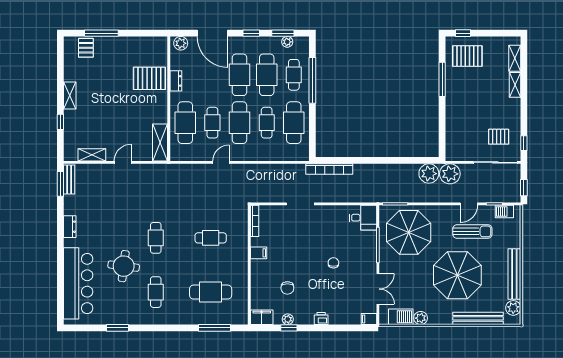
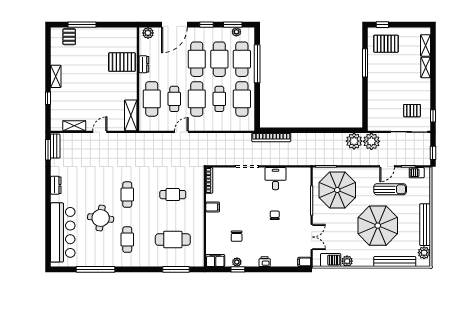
door: (213, 33) -> (174, 25), hinge flipped
cafe table: (294, 75) -> (242, 59), width x1.37, depth x1.35
desk: (363, 218) -> (275, 179), moved, turned -90
window: (118, 328) -> (95, 269), width x2.11

